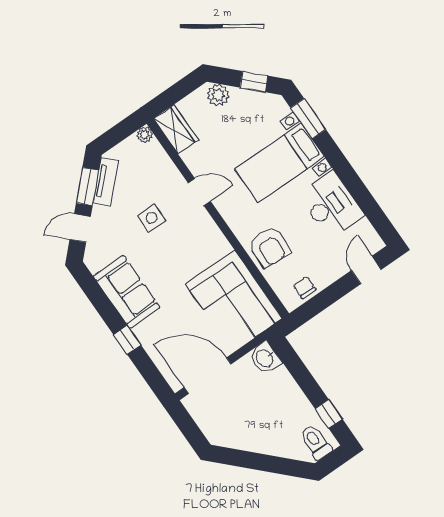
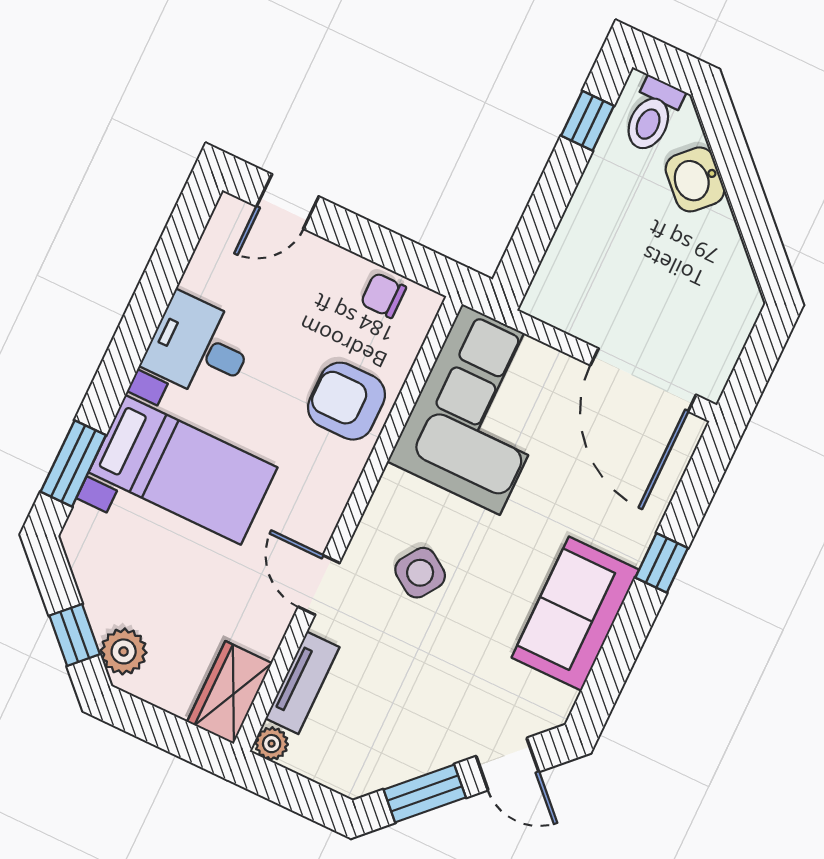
window: (254, 82) -> (75, 635), moved
tv unit: (106, 182) -> (302, 683), moved, turned 135
desk: (331, 205) -> (199, 347), width x0.73
side table: (151, 218) -> (420, 573), moved, turned 34
armchair: (269, 247) -> (347, 401), turned -92
chair: (305, 288) -> (383, 295), turned 90
washbasin: (265, 358) -> (695, 179), moved, turned 135

